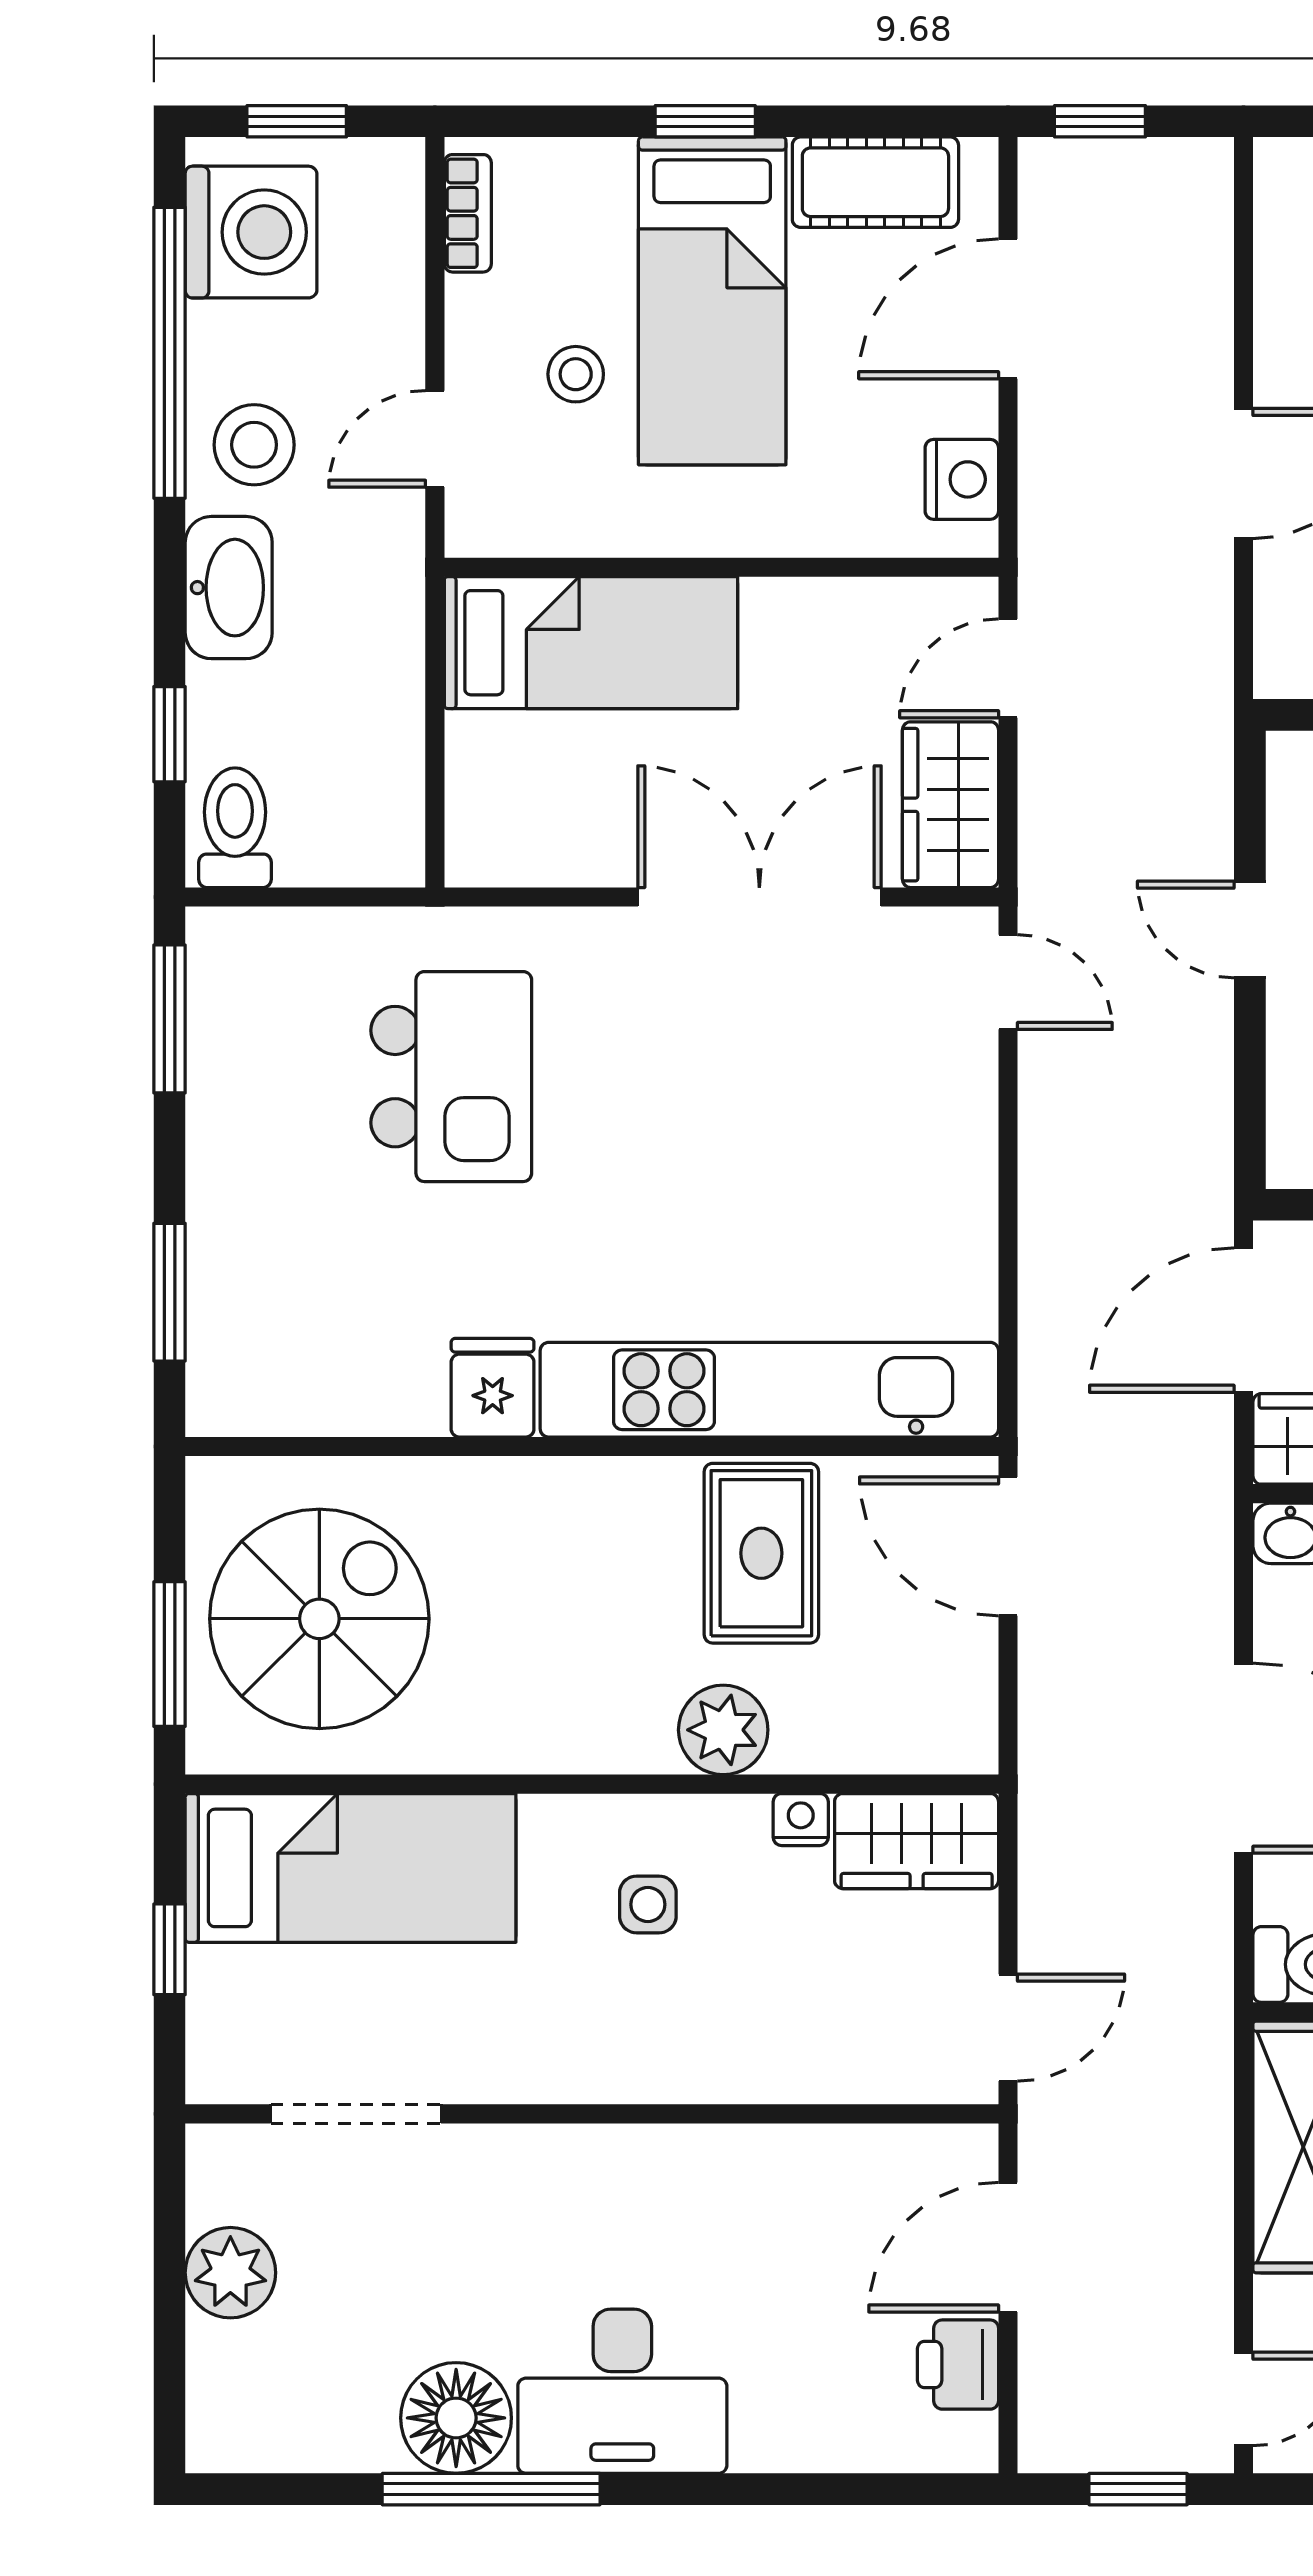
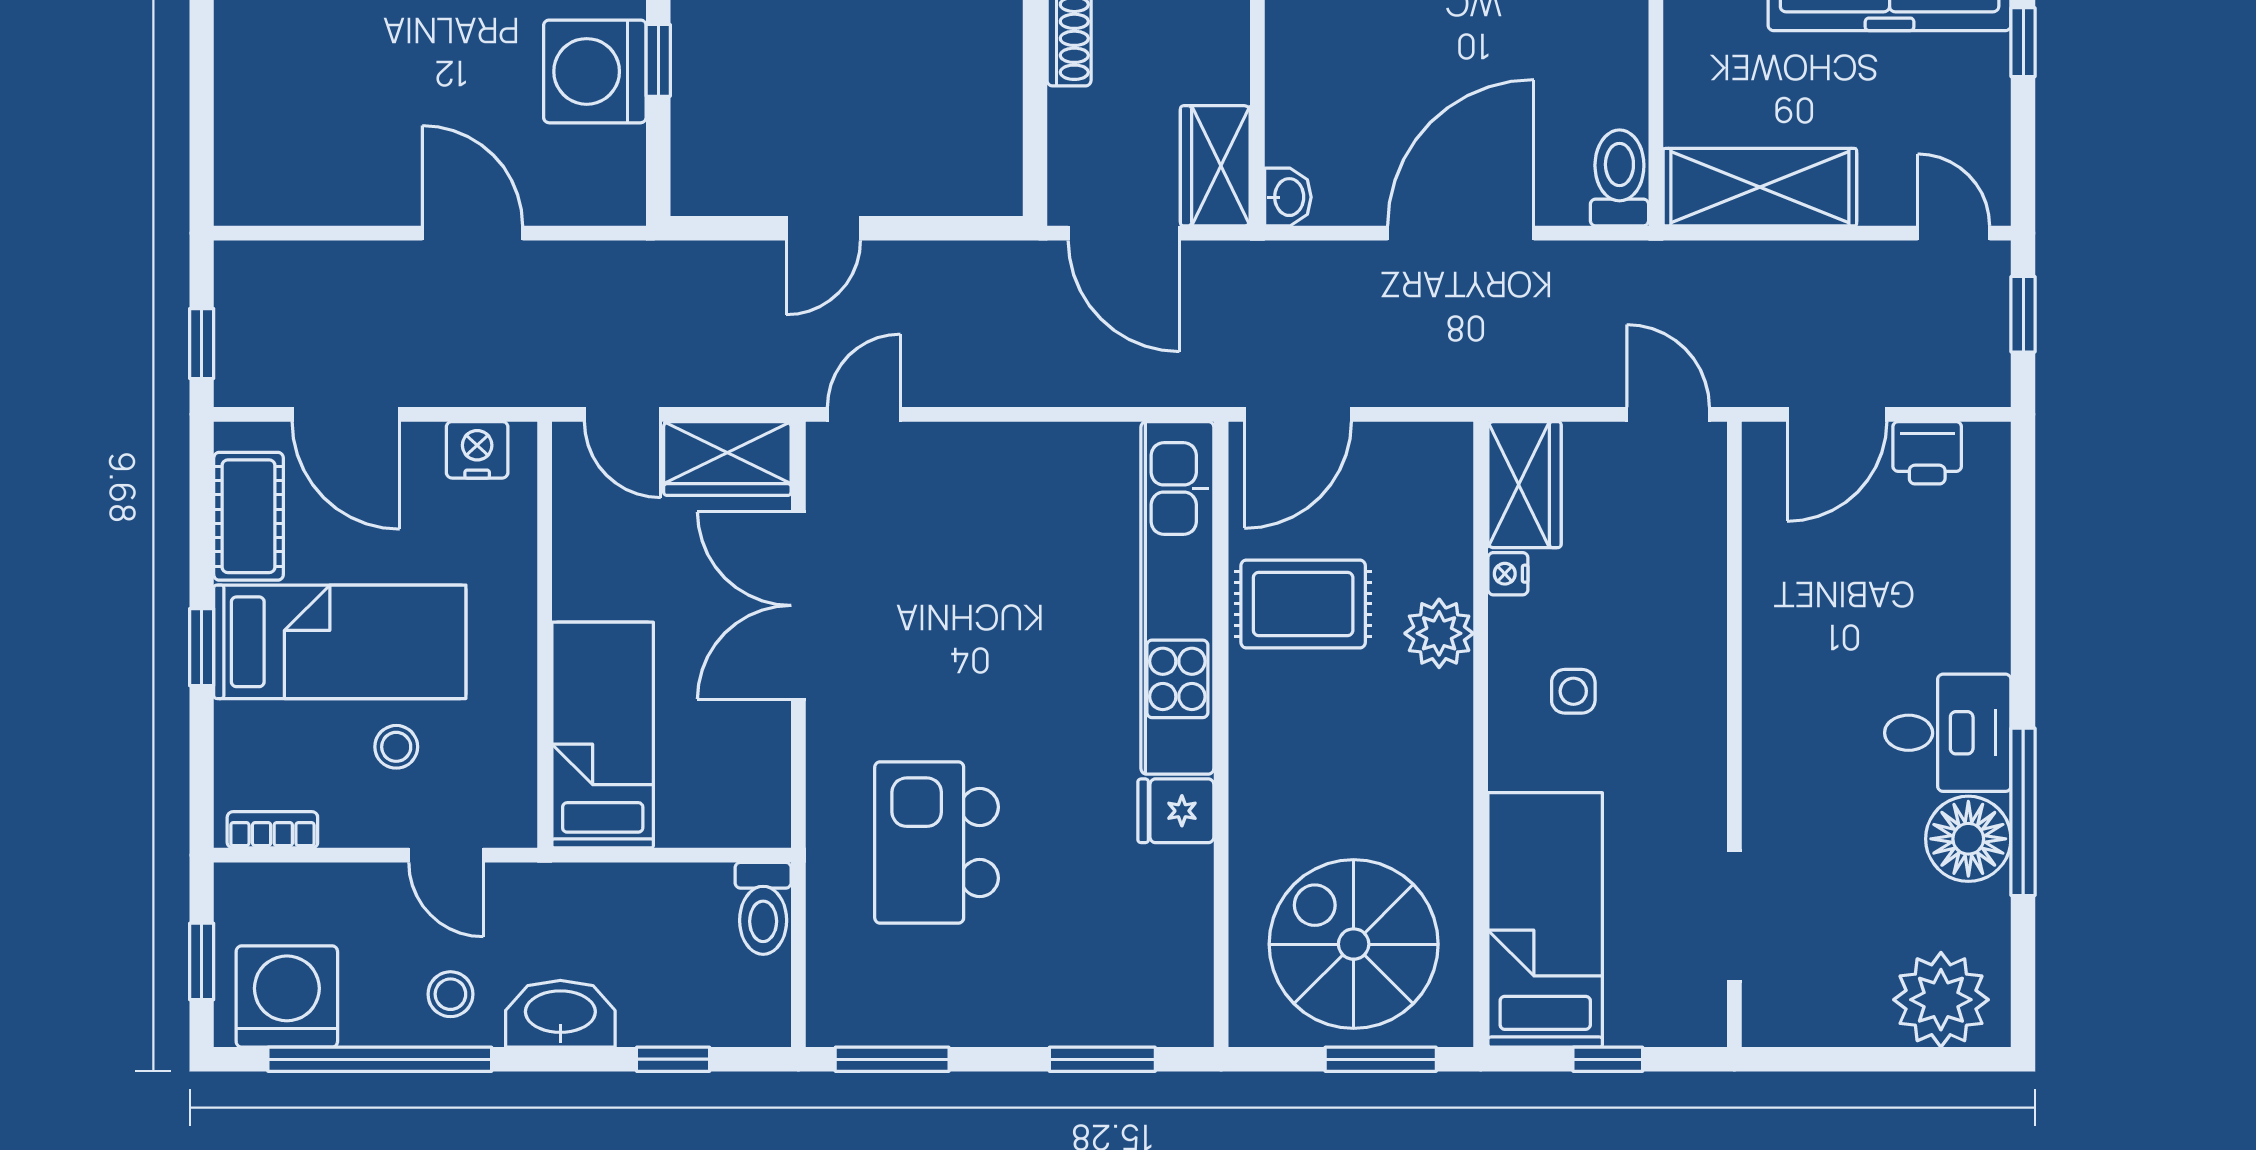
stool: (254, 445) -> (450, 994), width x0.73, depth x0.73
toilet: (235, 828) -> (763, 908), moved, turned -90
kitchen island: (451, 1077) -> (936, 843), turned -90
door: (1008, 2247) -> (1837, 414), hinge flipped
plant: (230, 2273) -> (1941, 1000), moved, width x1.36, depth x1.36
desk: (622, 2391) -> (1948, 733), width x0.73

